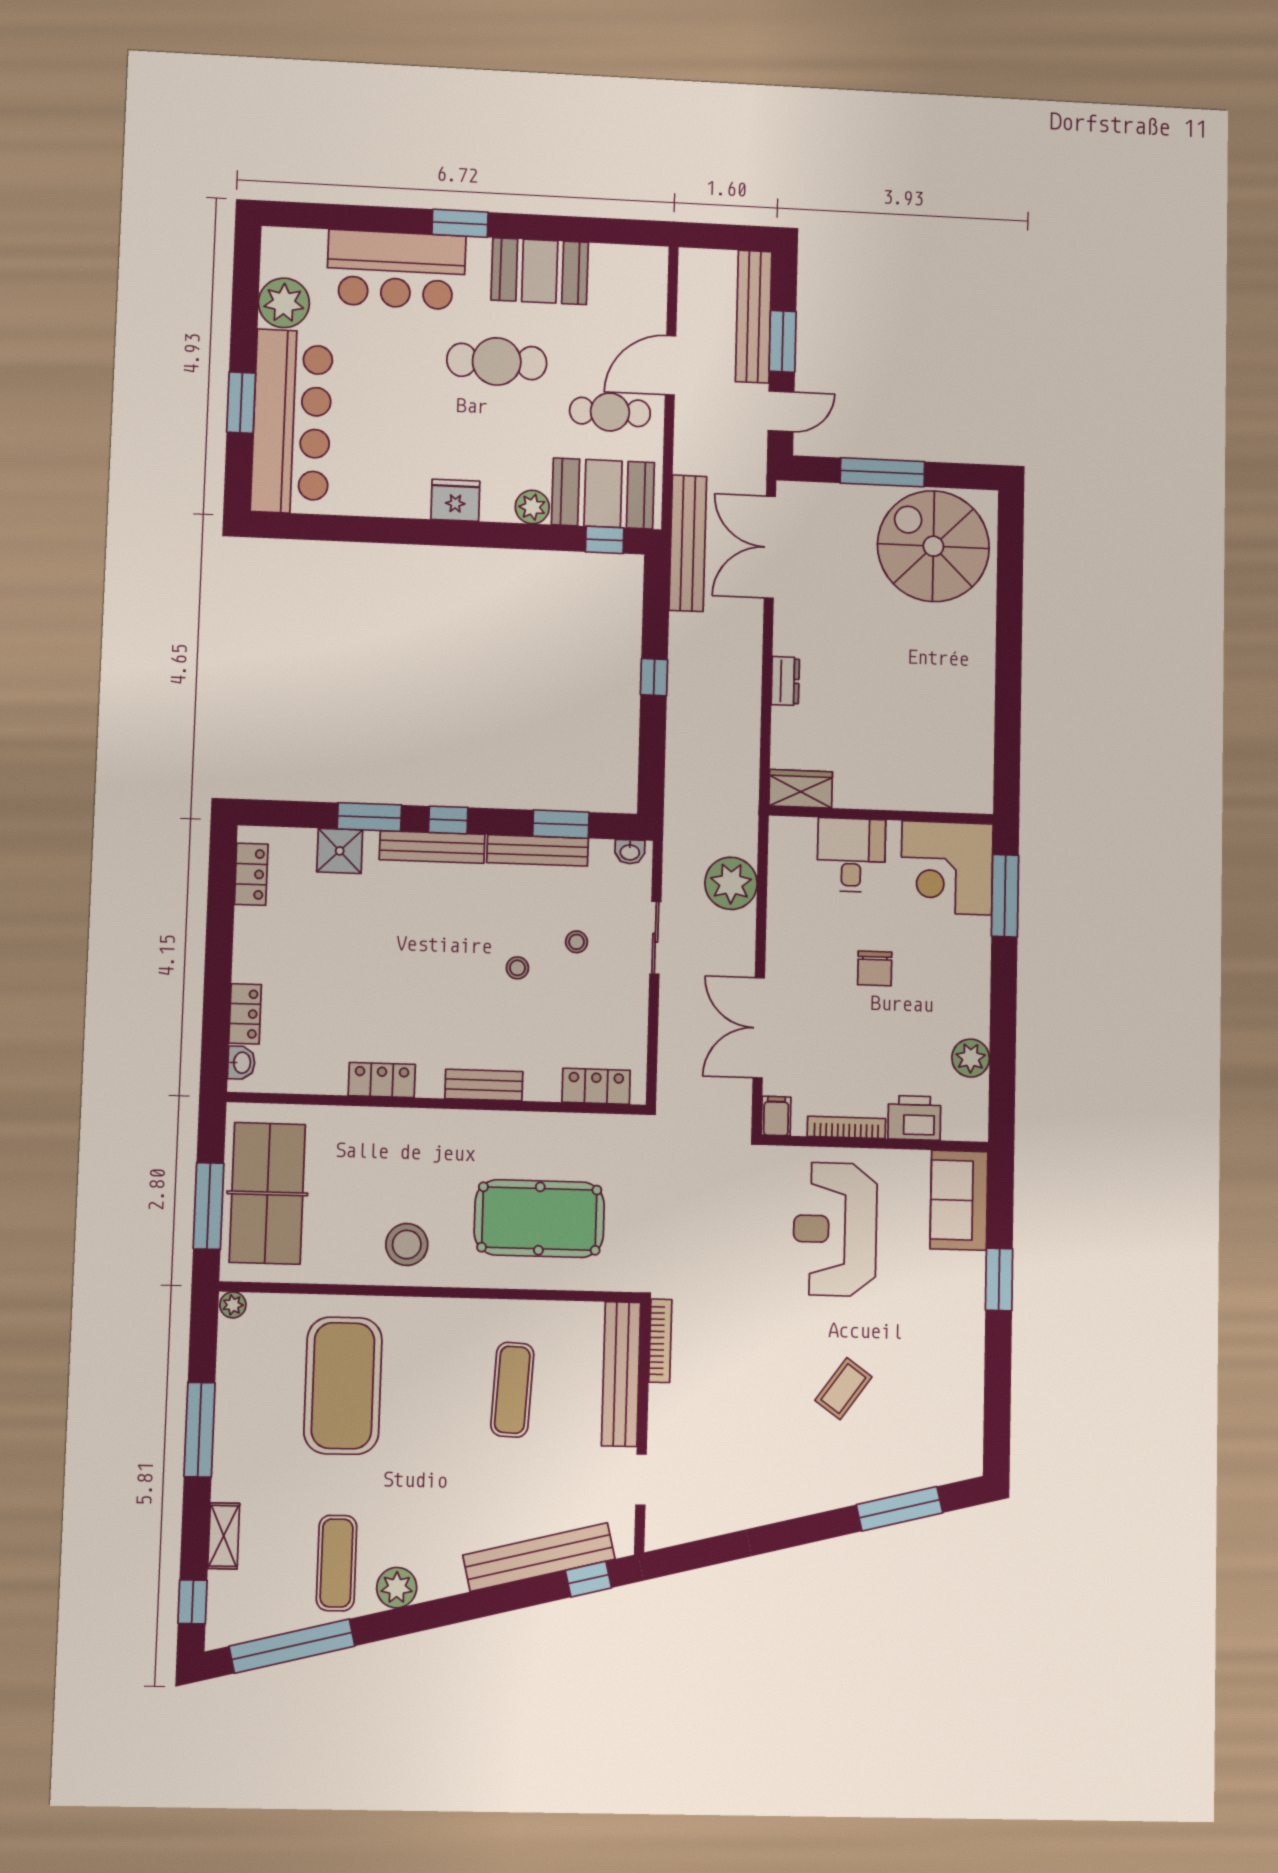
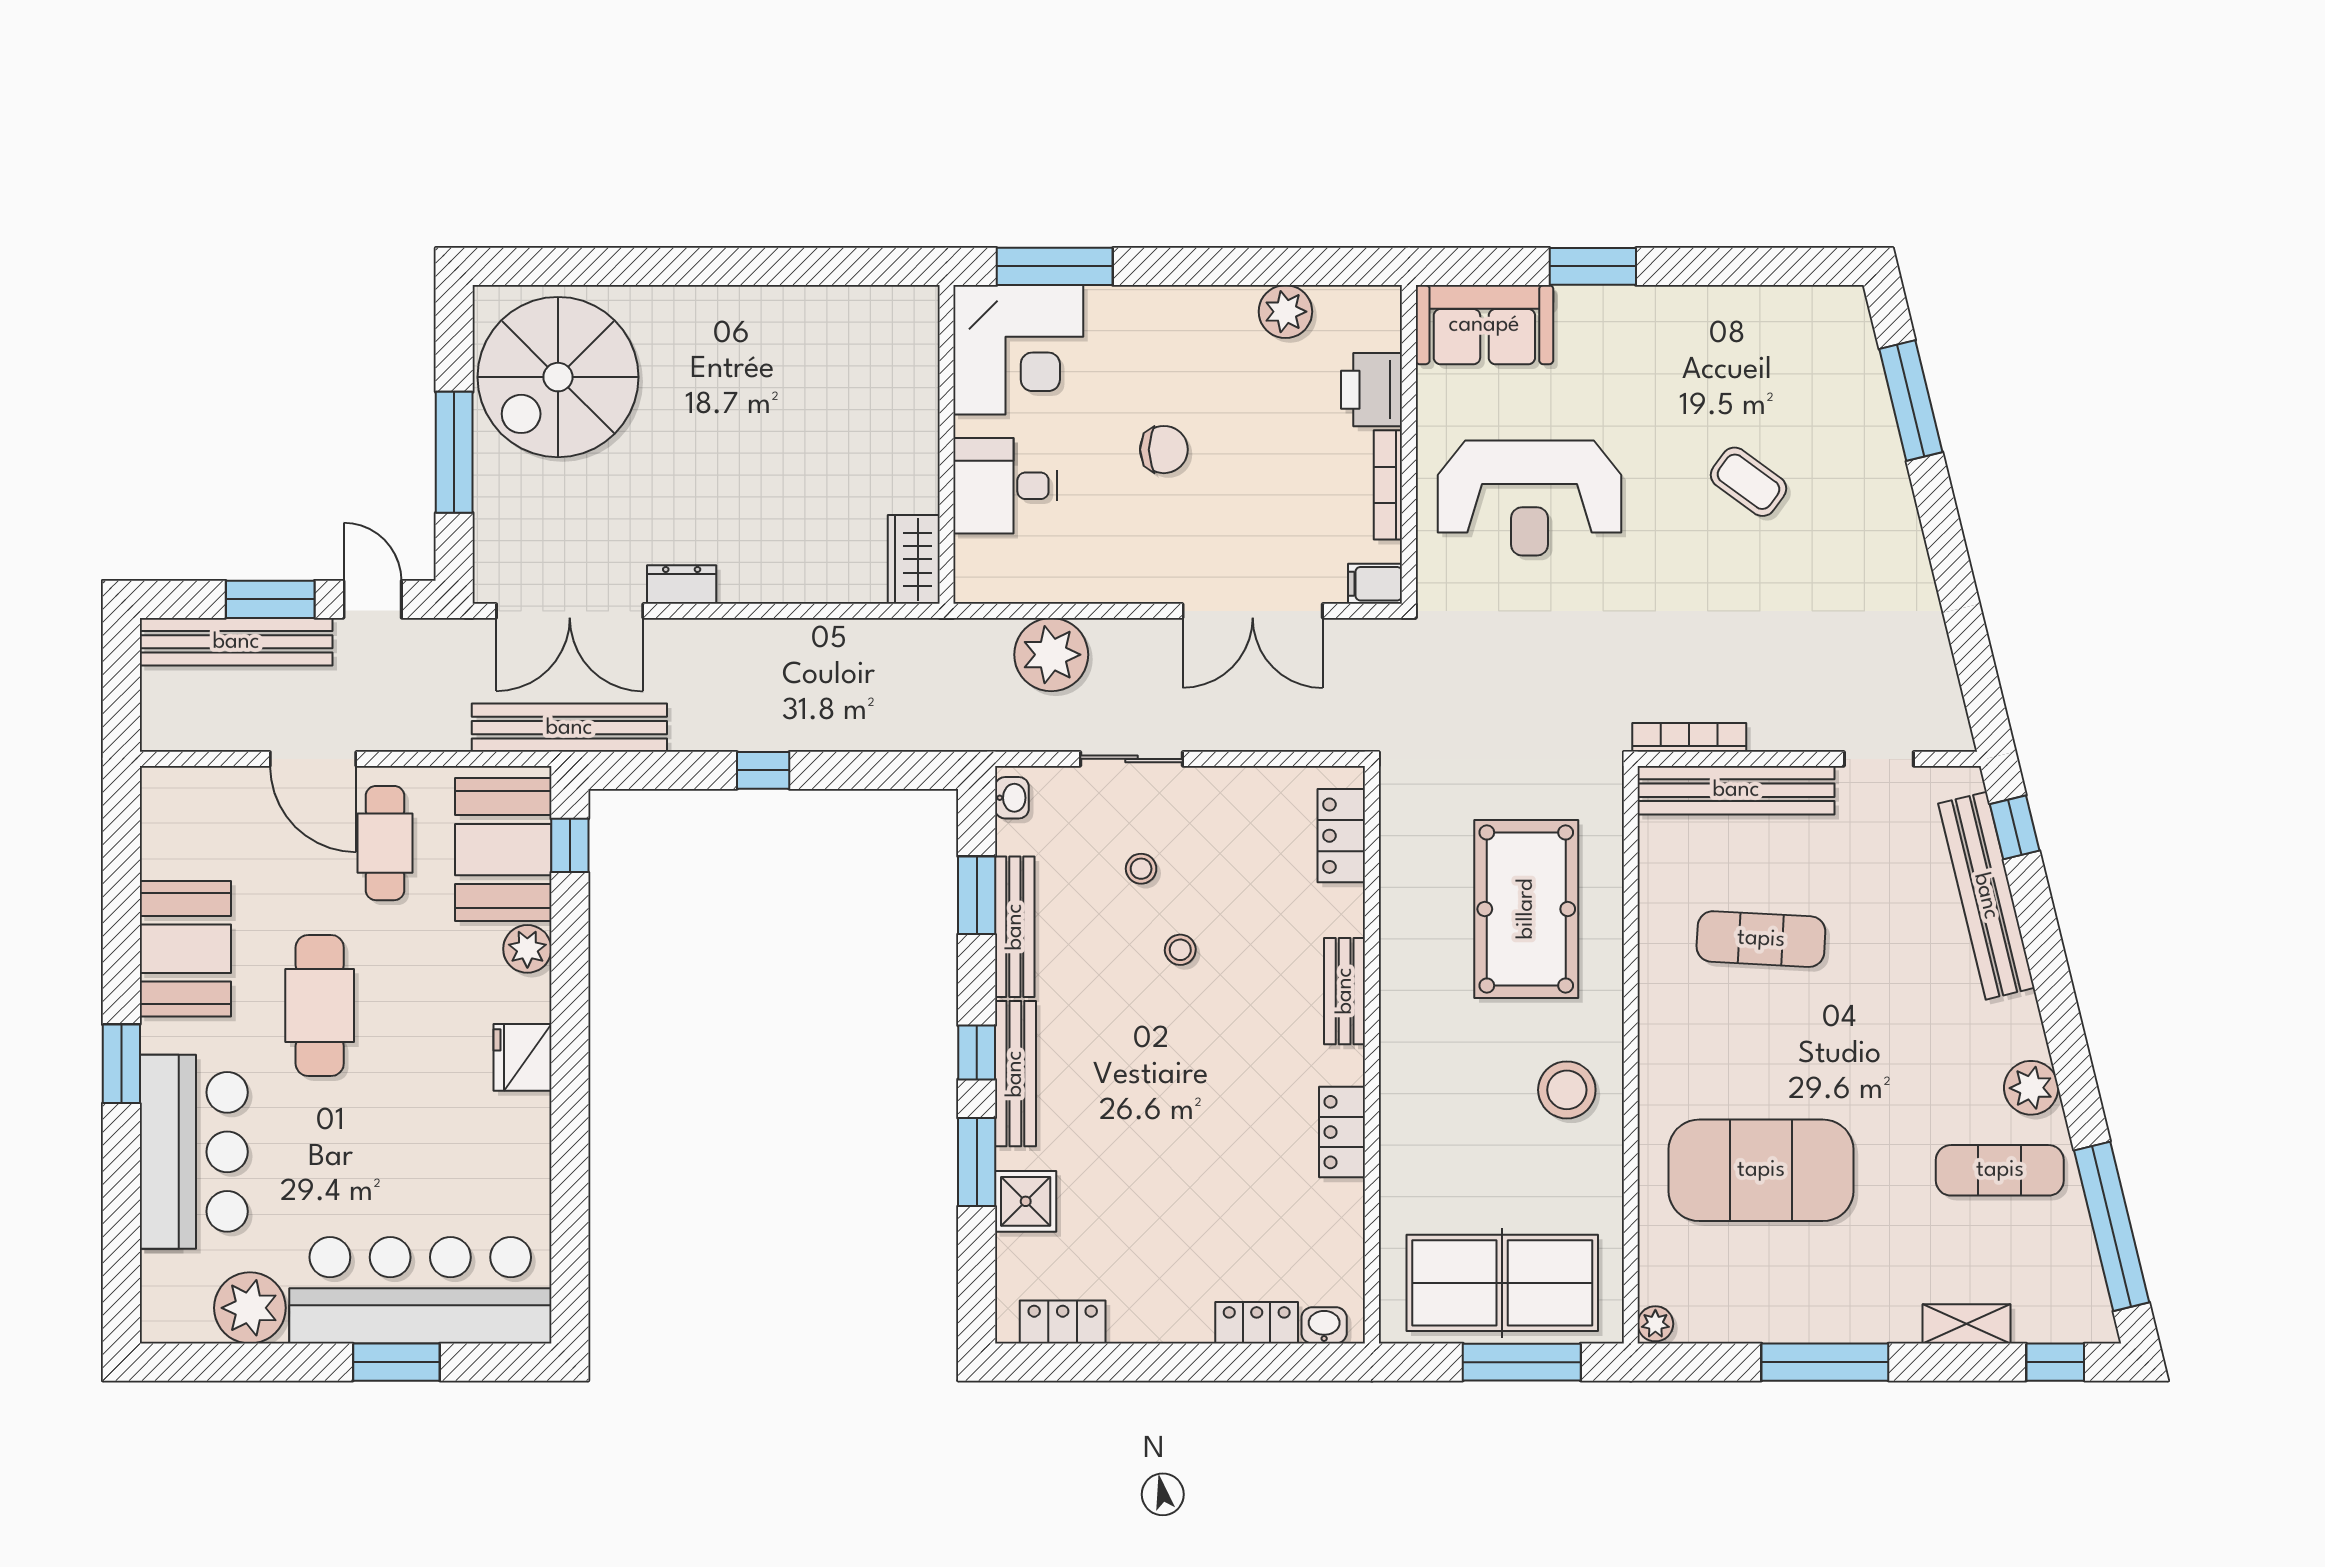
dresser: (785, 681) -> (682, 585), moved

